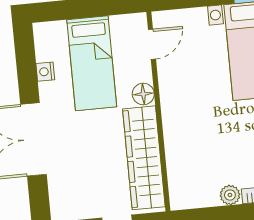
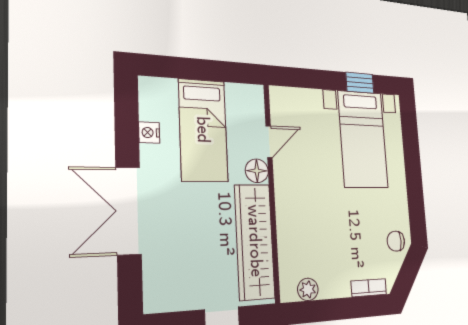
door: (152, 44) -> (269, 142), moved
plant: (230, 195) -> (308, 289), moved

